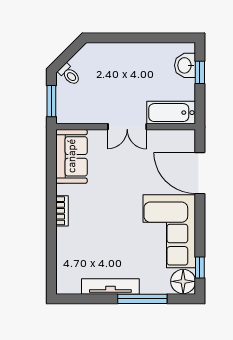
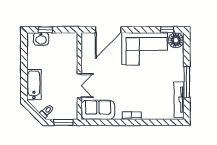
bathtub: (171, 113) -> (34, 85), moved, turned 180
double door: (127, 127) -> (79, 86), moved
tv unit: (110, 287) -> (179, 100), moved
window: (142, 299) -> (187, 82), moved

